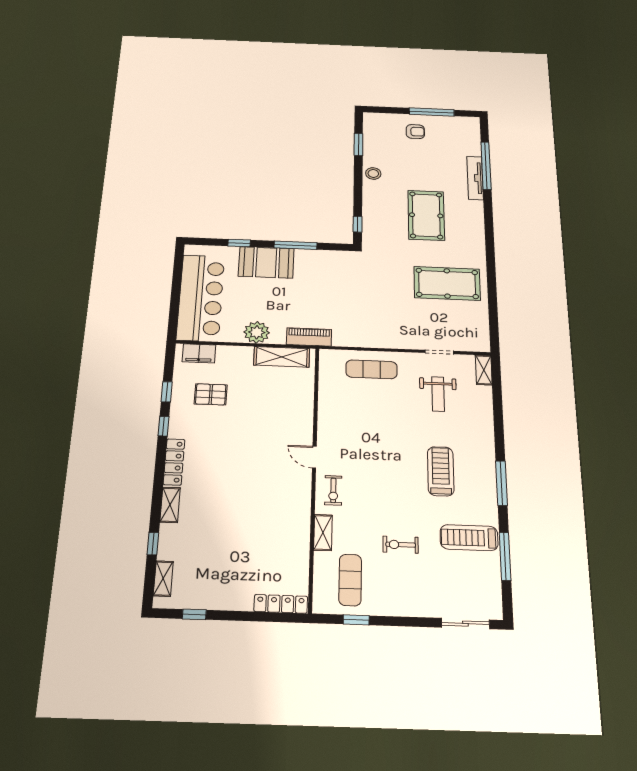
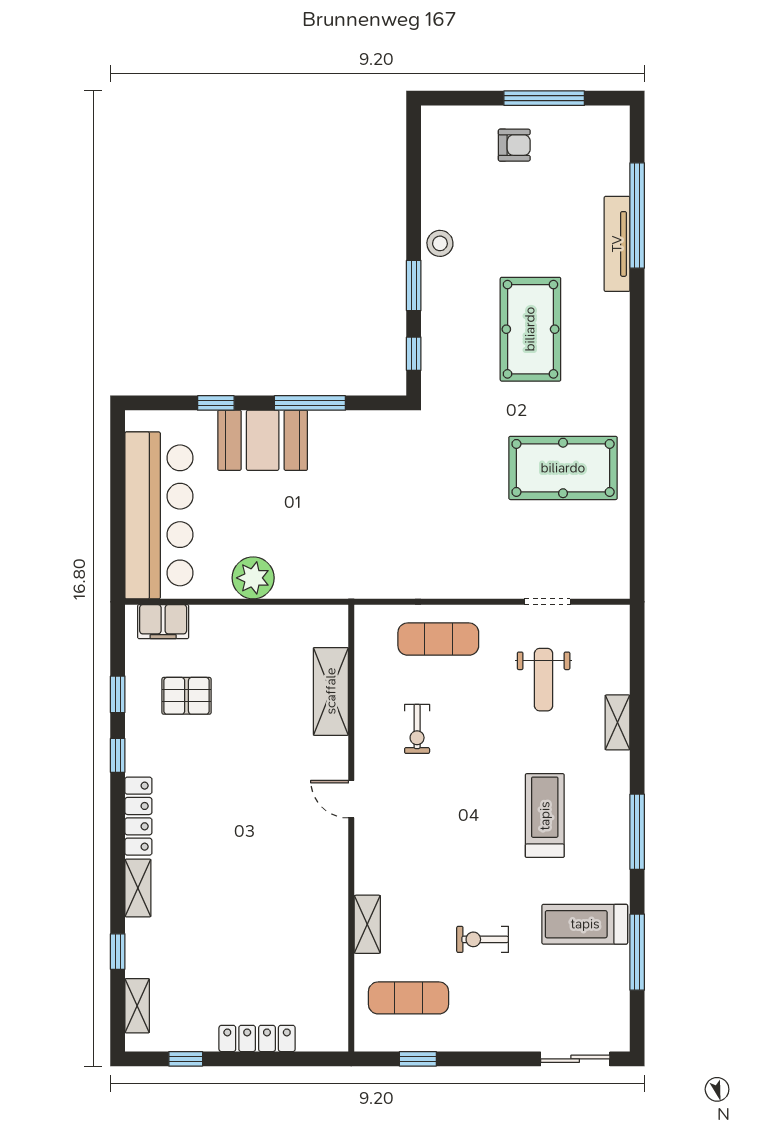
window: (358, 144) -> (414, 286), moved
piano: (309, 337) -> (337, 583), removed
shelving: (282, 357) -> (331, 691), moved, turned 90
shelving: (484, 370) -> (618, 722), moved
exercise bike: (333, 490) -> (417, 729), moved
exercise mat: (350, 580) -> (409, 998), turned 90
locker: (281, 604) -> (257, 1038), moved

